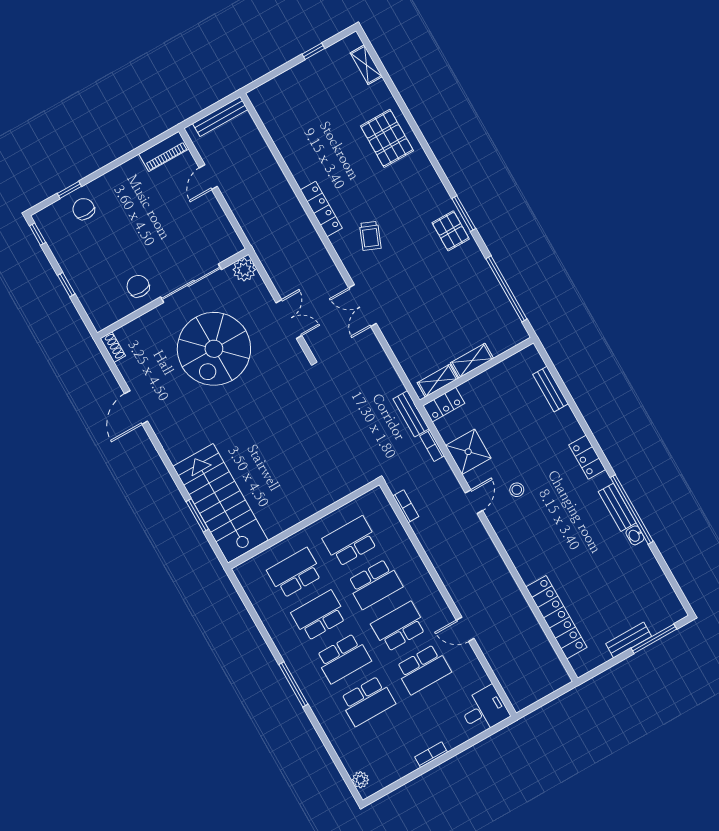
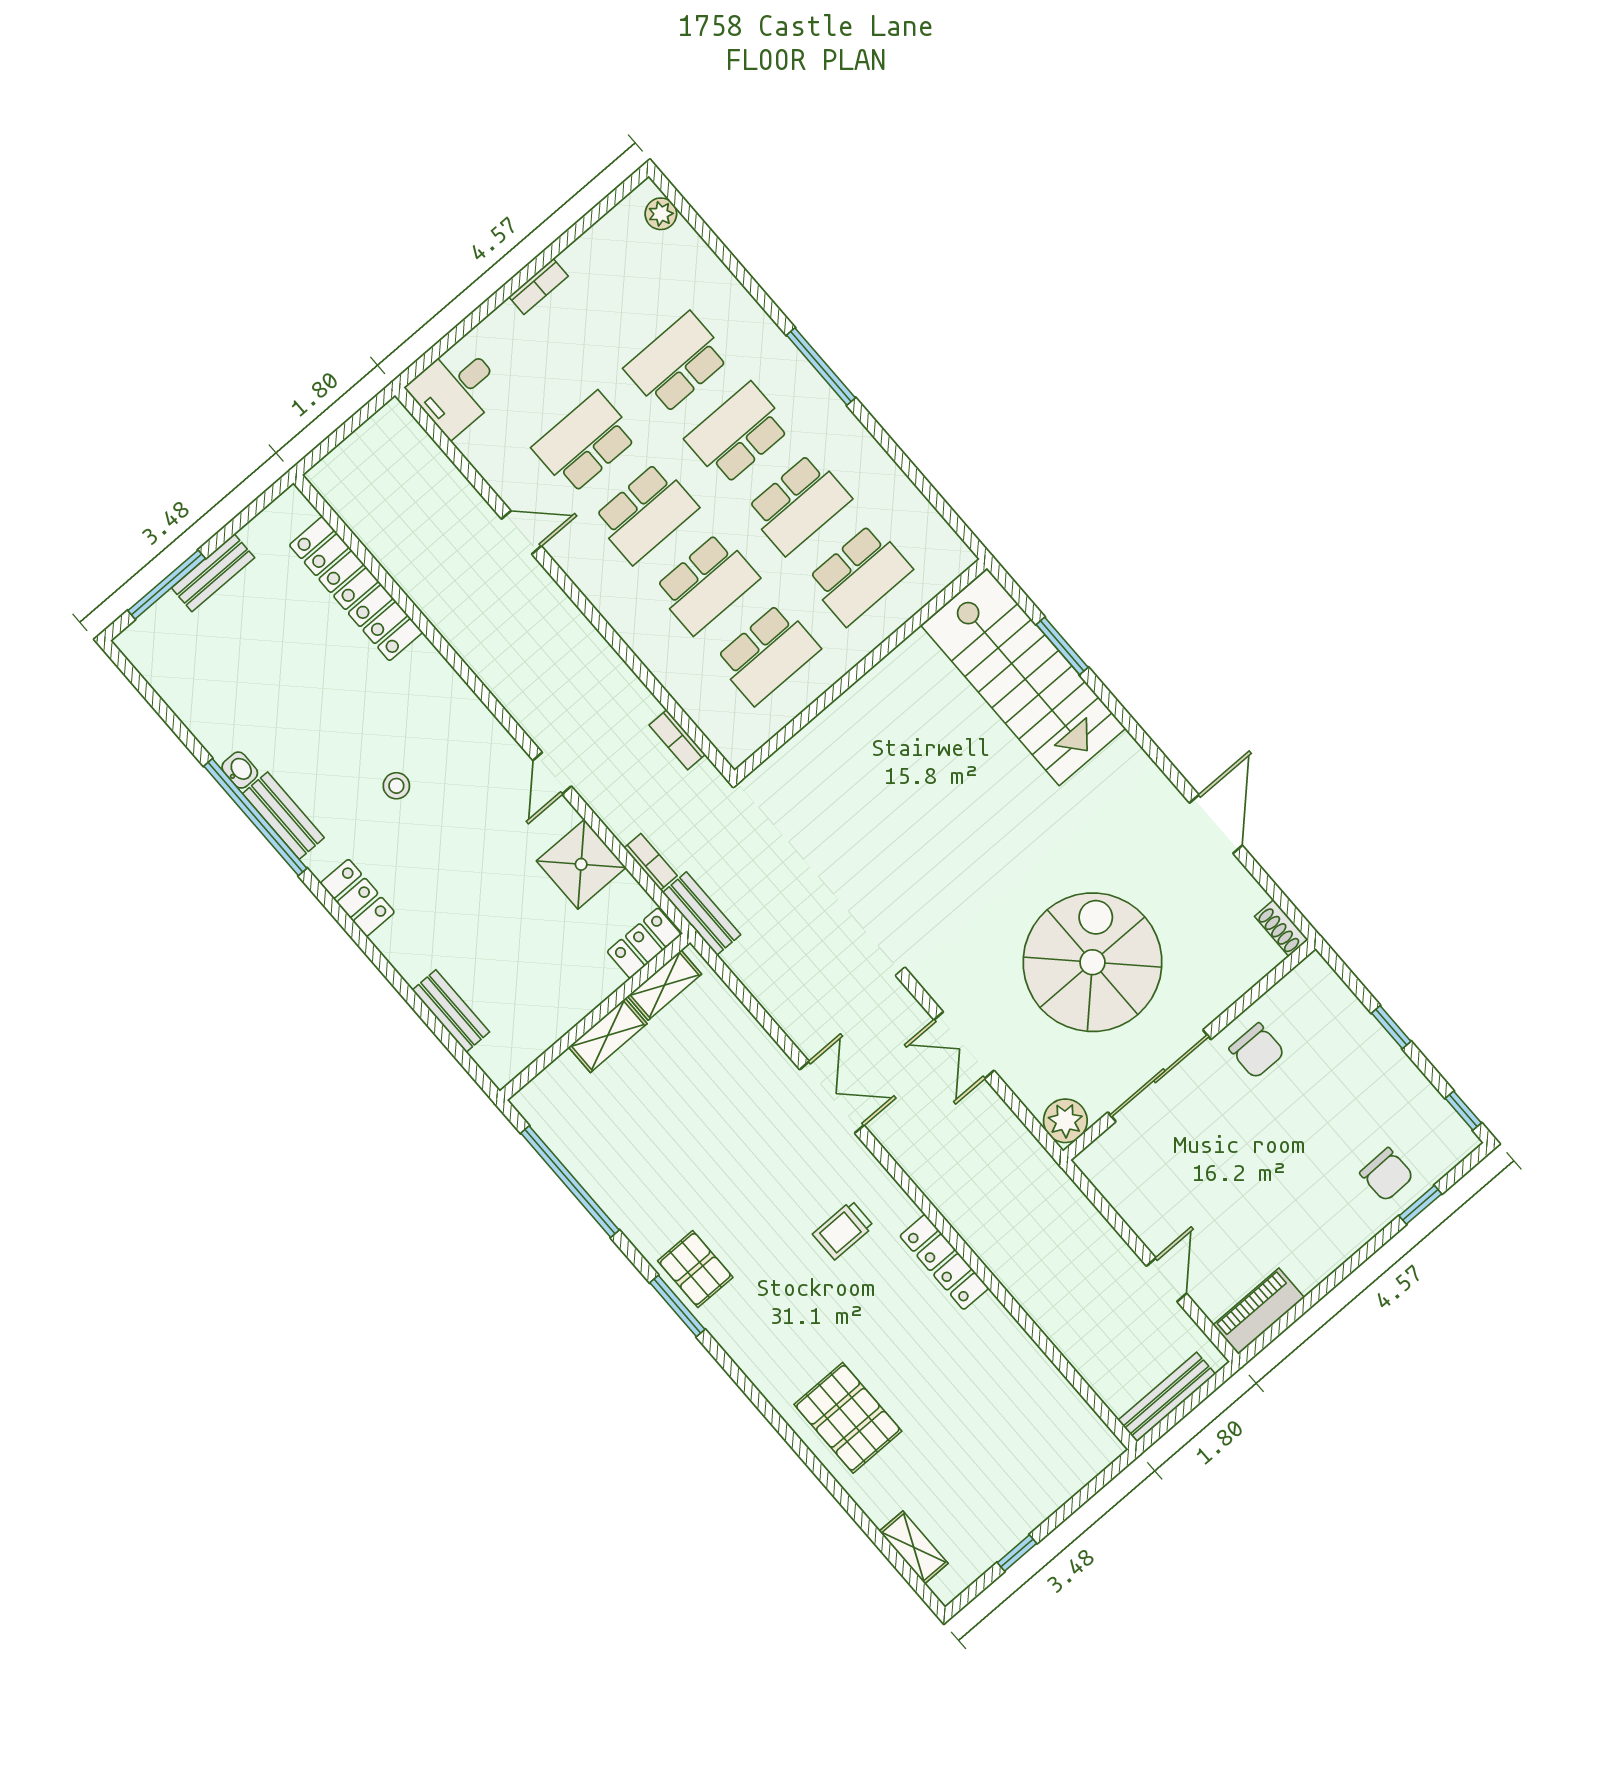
trolley: (370, 236) -> (843, 1230), turned -112
stool: (517, 490) -> (396, 786), moved
school desk: (375, 584) -> (707, 583), turned 180

